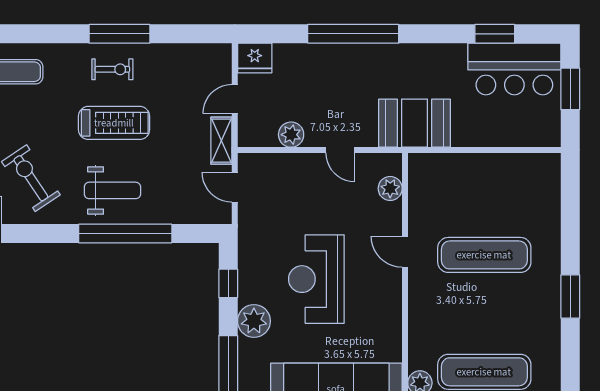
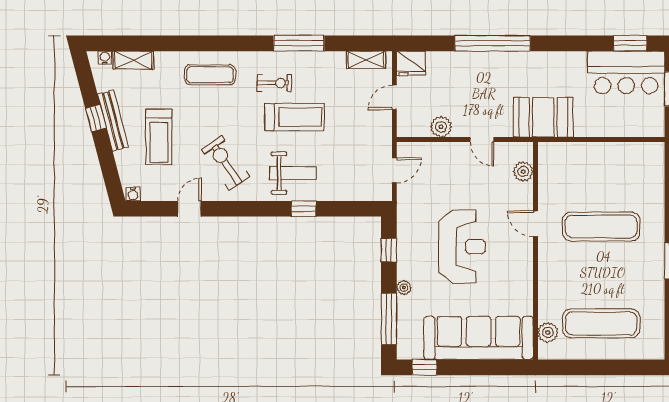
window: (495, 34) -> (630, 43), moved
exercise bike: (112, 69) -> (274, 83), moved
shelving: (221, 141) -> (366, 60), moved, turned 90
door: (235, 187) -> (394, 170), swing flipped
window: (125, 234) -> (304, 209), width x0.32
reception desk: (316, 279) -> (462, 247), turned 180
plant: (254, 321) -> (404, 288), width x0.53, depth x0.53

